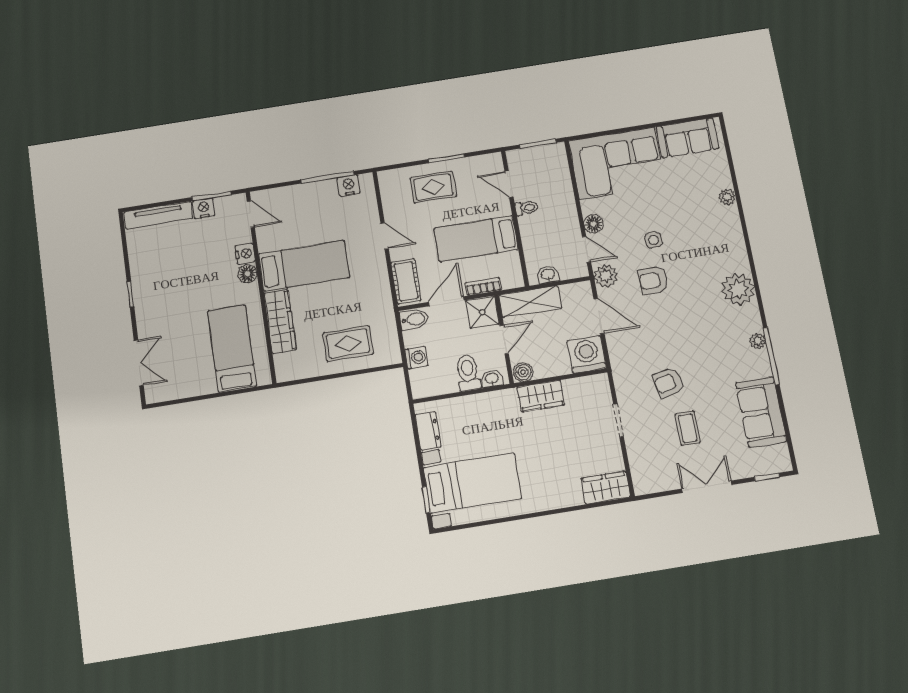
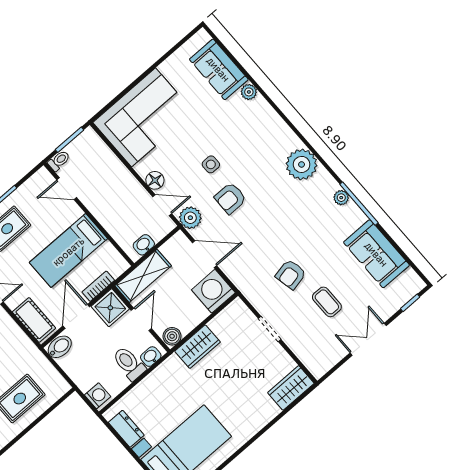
sofa: (687, 138) -> (219, 69), moved, turned 90
toilet: (527, 208) -> (59, 161), moved
washing machine: (416, 358) -> (98, 396), moved

